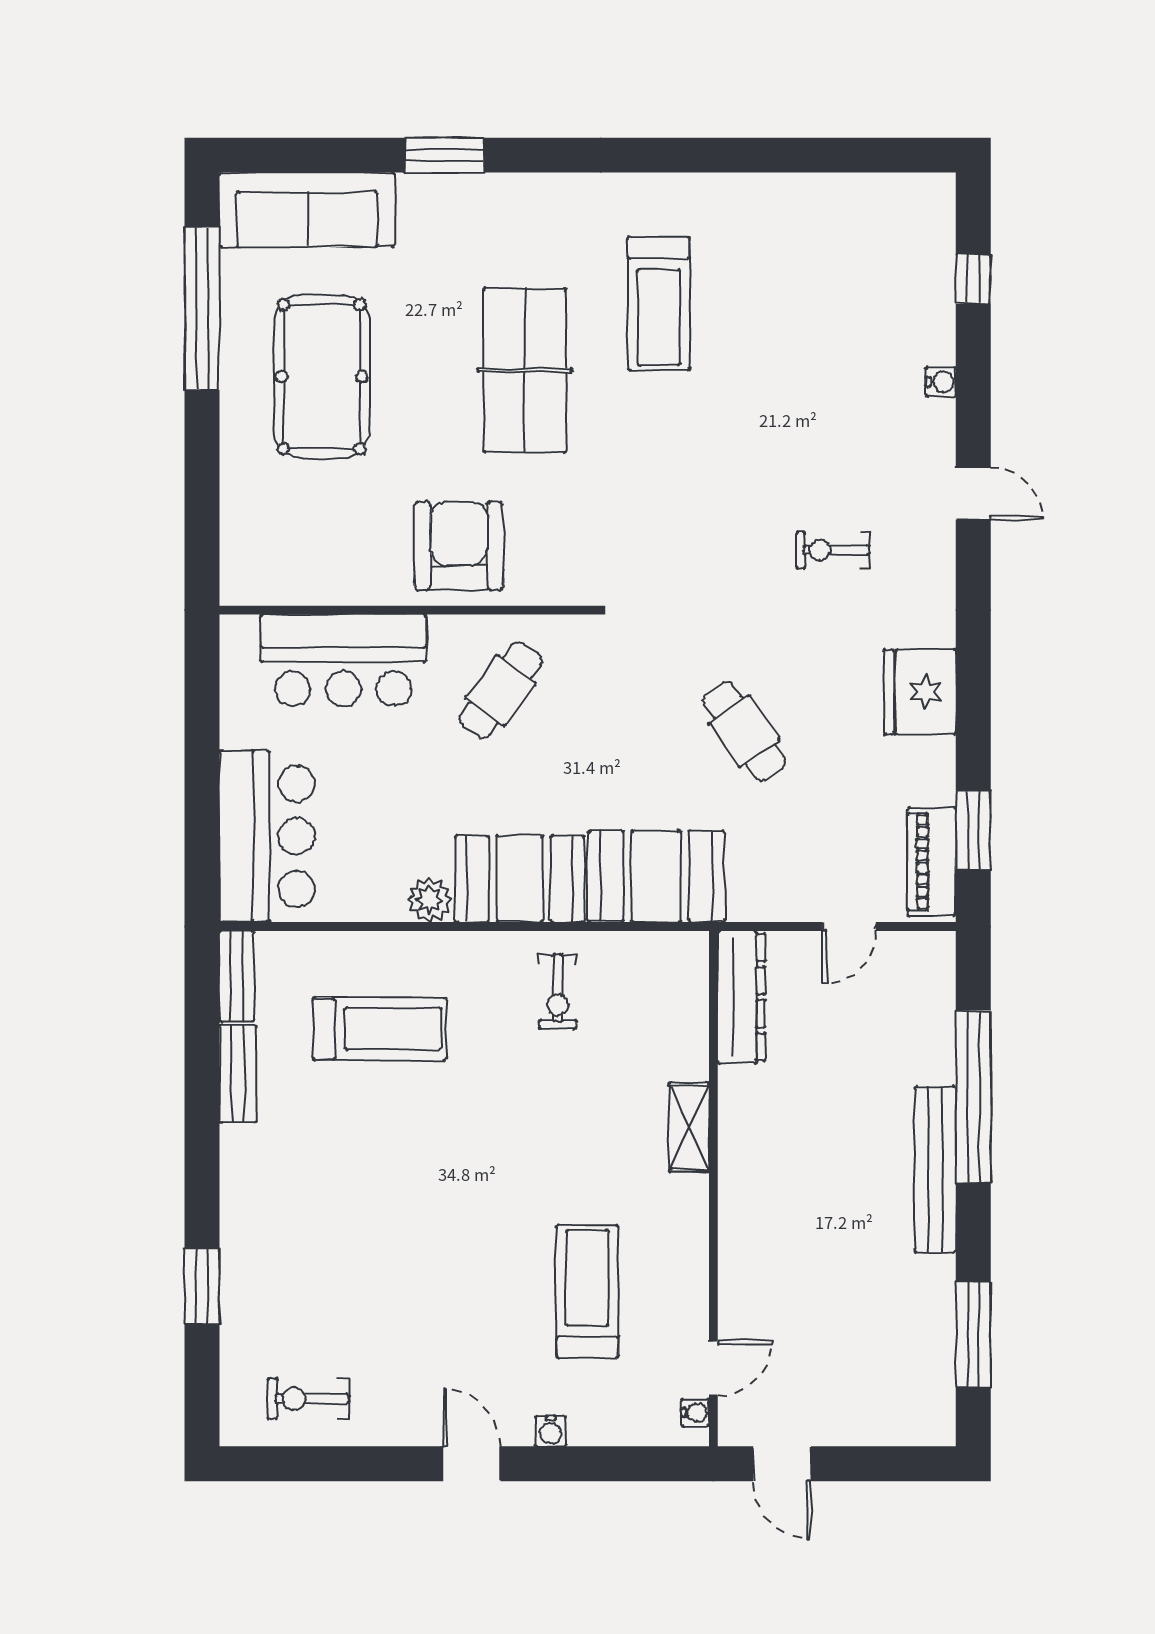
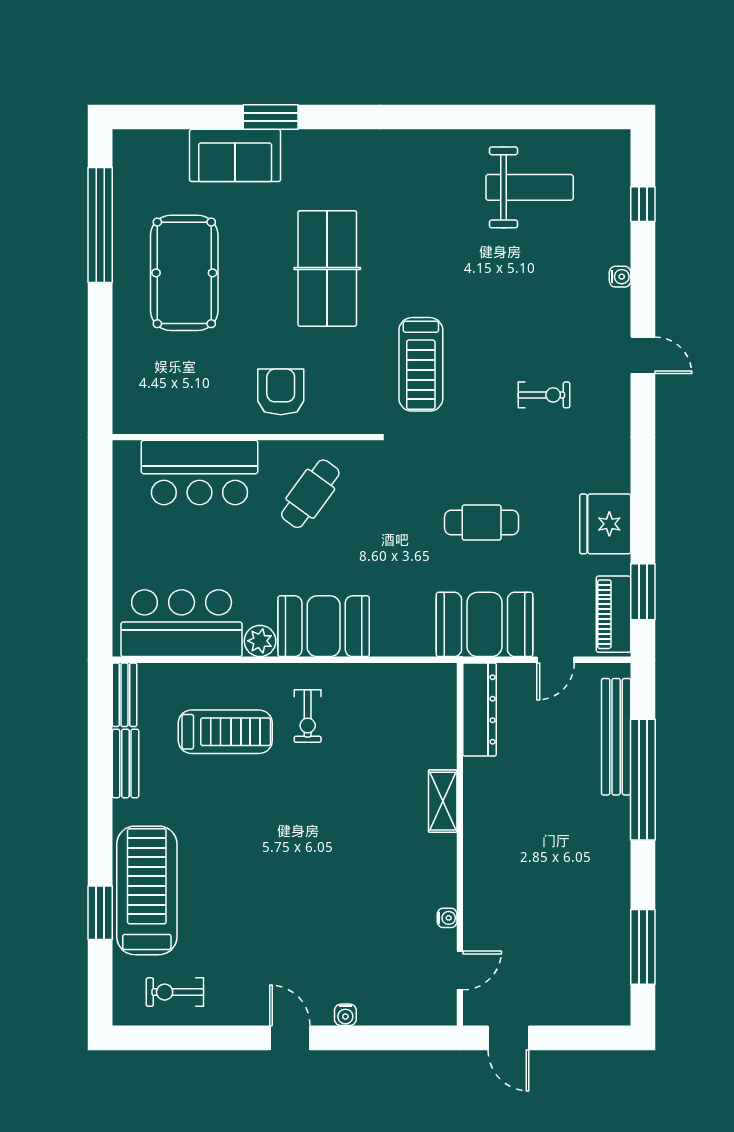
sofa: (307, 210) -> (235, 155), moved, width x0.73
weight bench: (812, 255) -> (530, 187), added
treadmill: (659, 304) -> (421, 364), moved
armchair: (459, 546) -> (281, 392), width x0.73, depth x0.73
exercise bike: (833, 550) -> (544, 395), turned 180
fridge: (920, 692) -> (605, 524), moved
cafe table: (744, 731) -> (482, 523), turned -55
bar counter: (267, 836) -> (182, 623), moved, turned -90
booth: (656, 876) -> (485, 624), moved
exercise bike: (558, 992) -> (308, 716), moved
bench: (935, 1169) -> (616, 737), moved
treadmill: (587, 1291) -> (147, 890), moved, width x1.37, depth x1.38
water cooler: (695, 1413) -> (447, 918), moved

